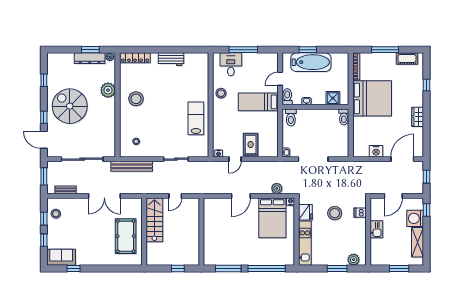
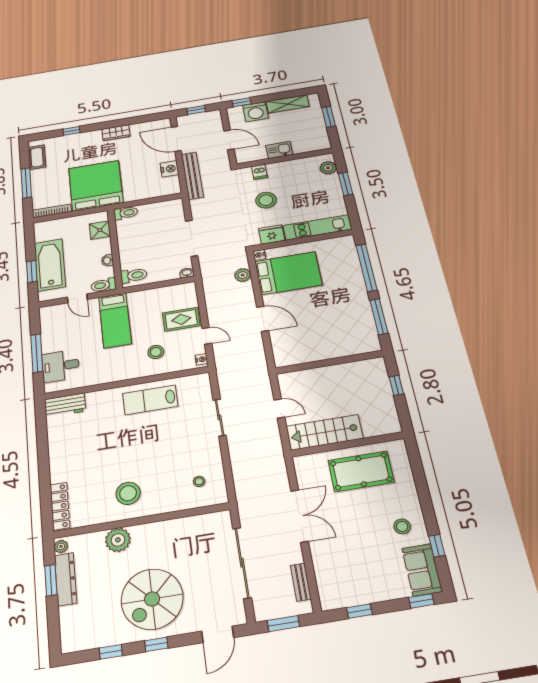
workbench: (171, 59) -> (65, 405), moved, turned 90
stool: (221, 93) -> (156, 352), moved
window: (44, 117) -> (156, 644), moved
bench: (132, 166) -> (192, 176), moved
stool: (56, 214) -> (402, 526), moved
window: (44, 240) -> (421, 601), moved

